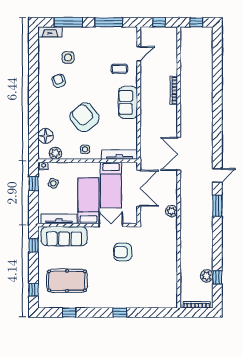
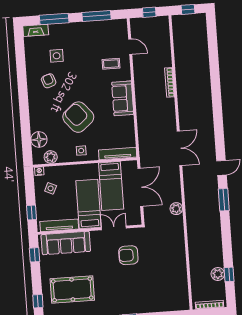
door: (139, 54) -> (130, 47), hinge flipped
double door: (179, 154) -> (179, 148), swing flipped
window: (34, 184) -> (32, 213), moved

